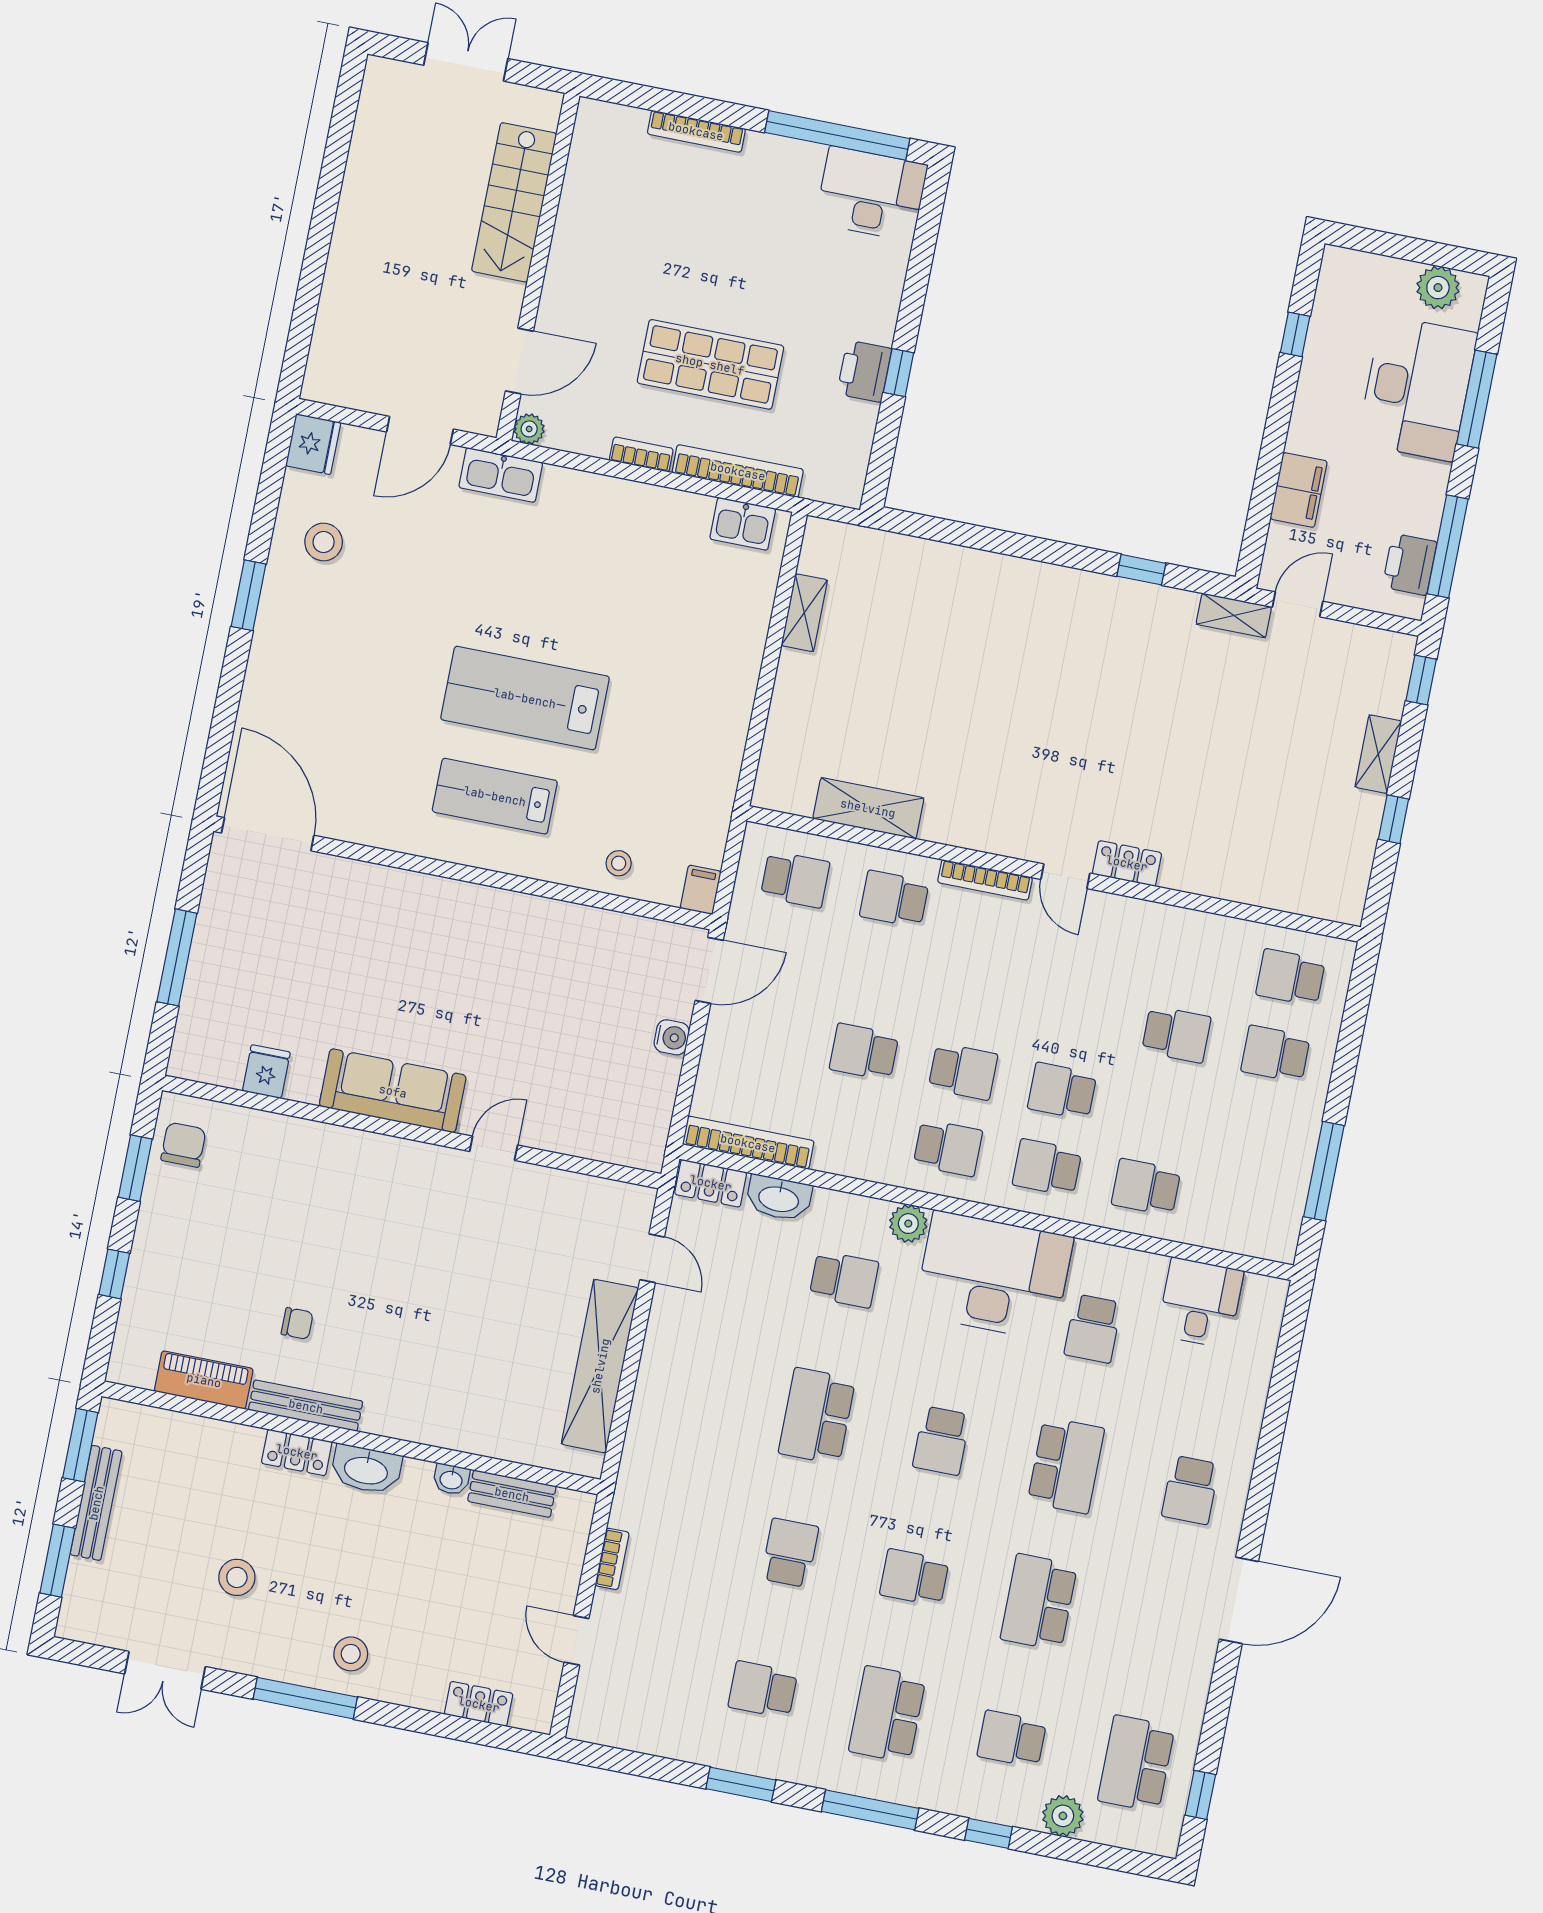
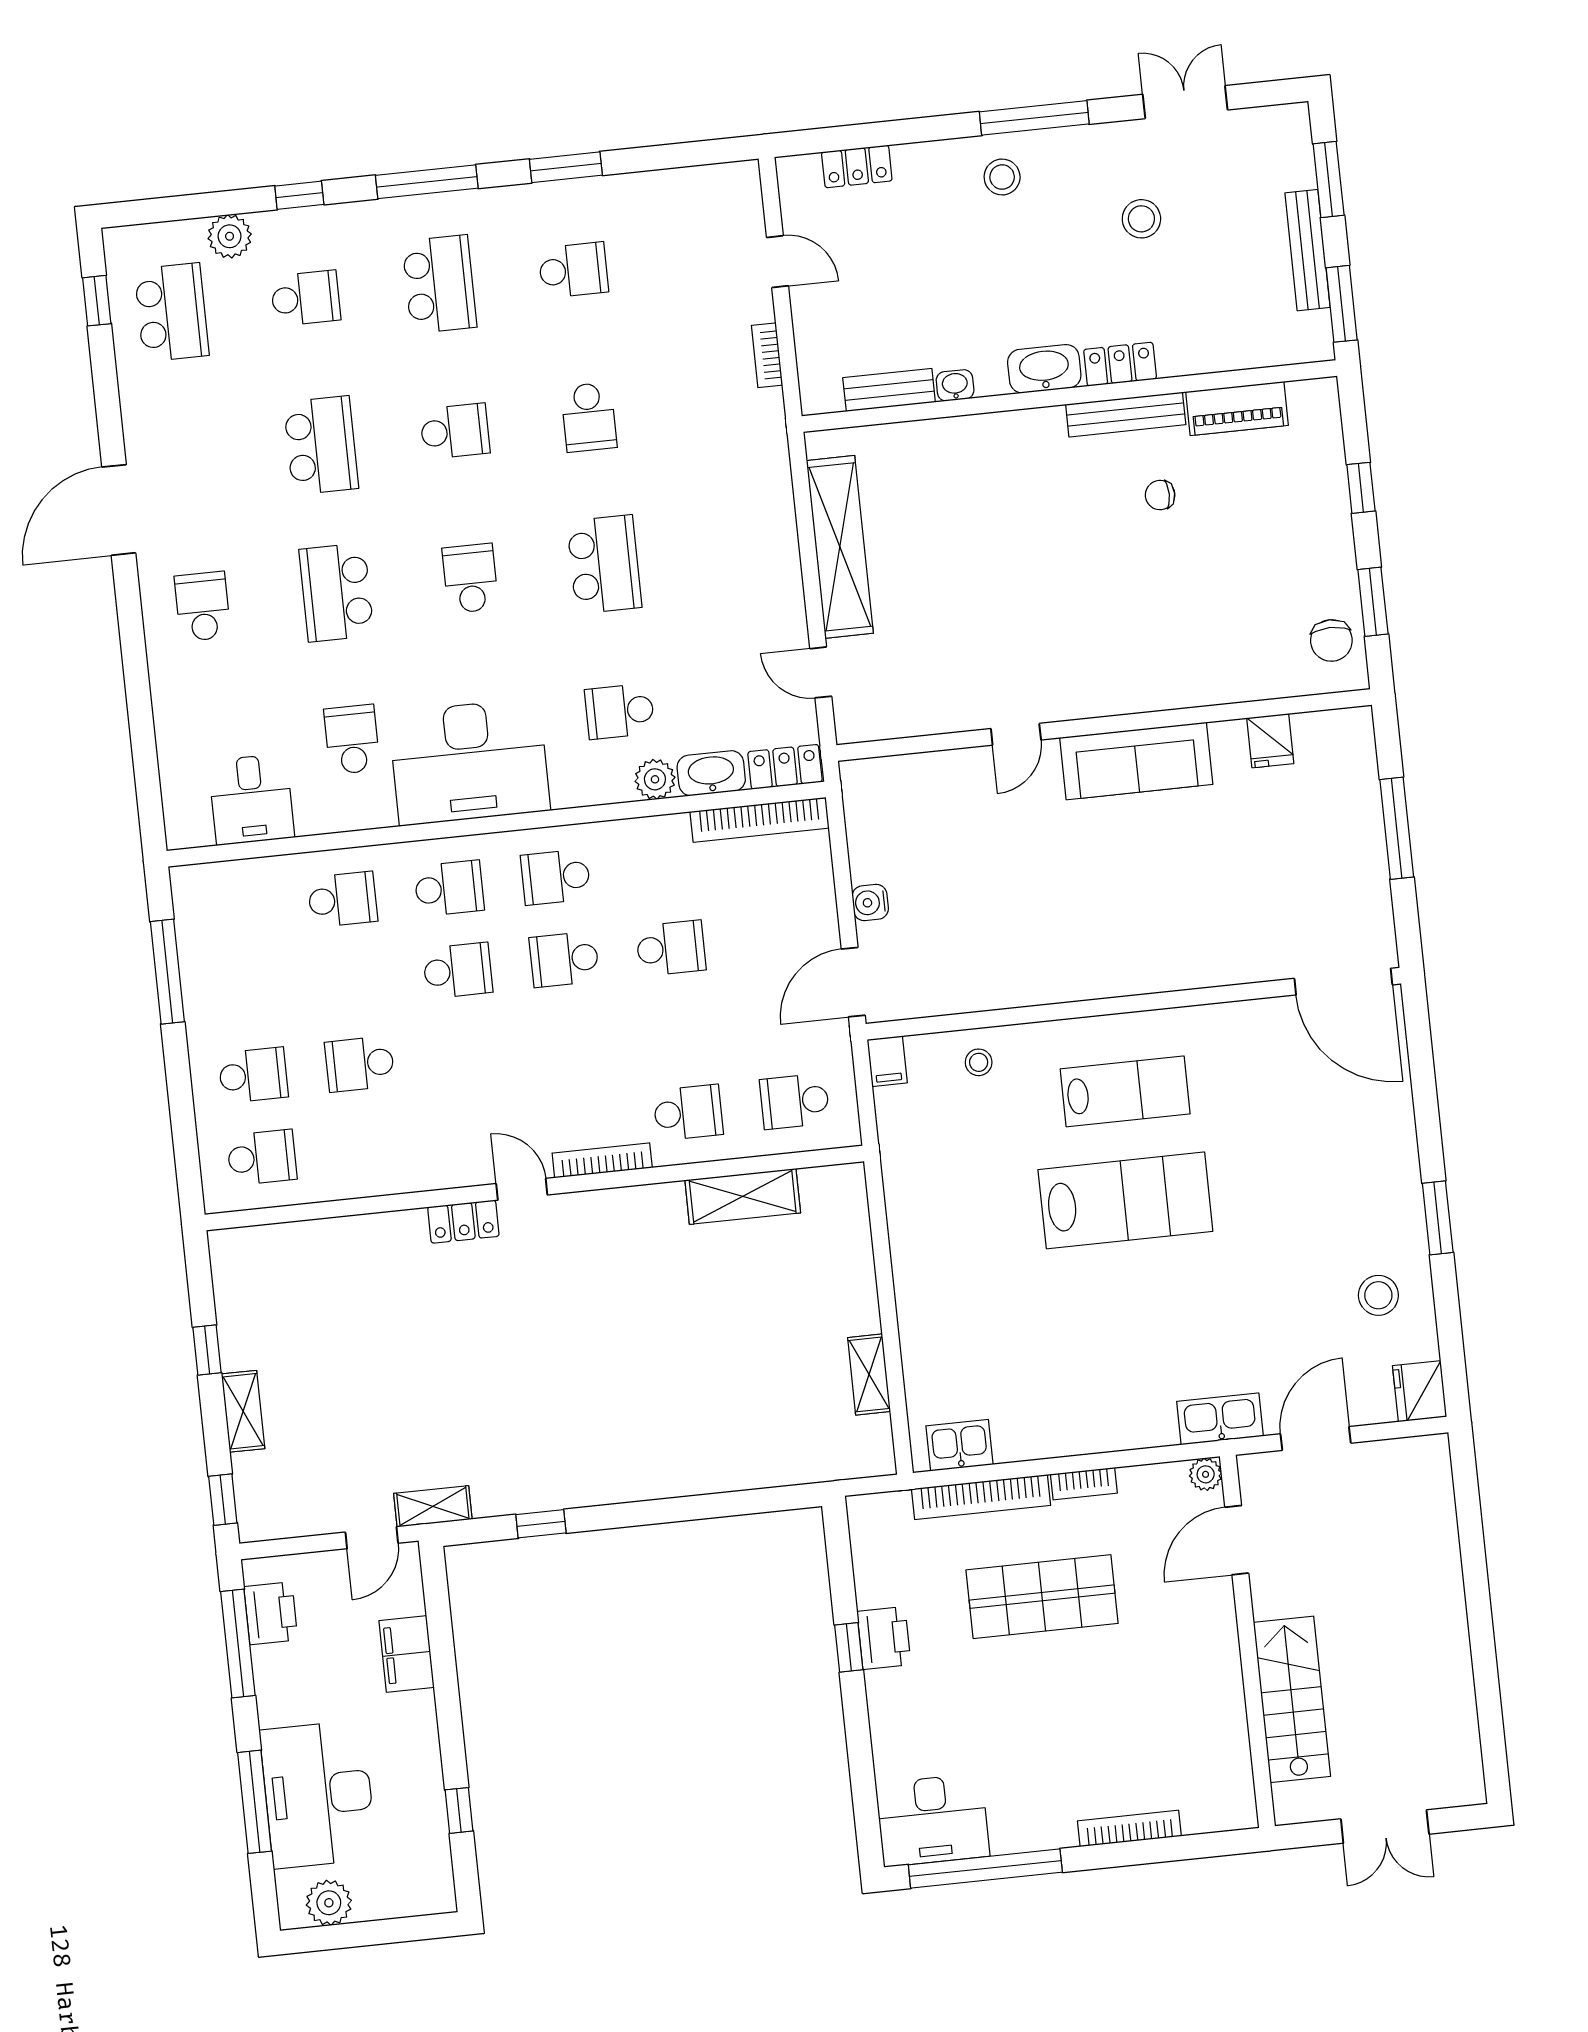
plant: (908, 1224) -> (655, 779), moved

